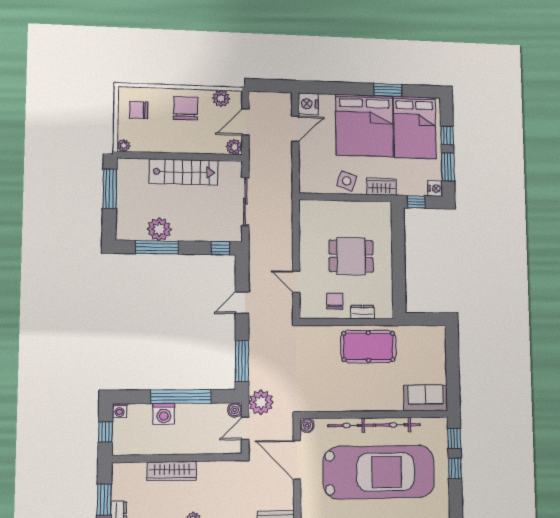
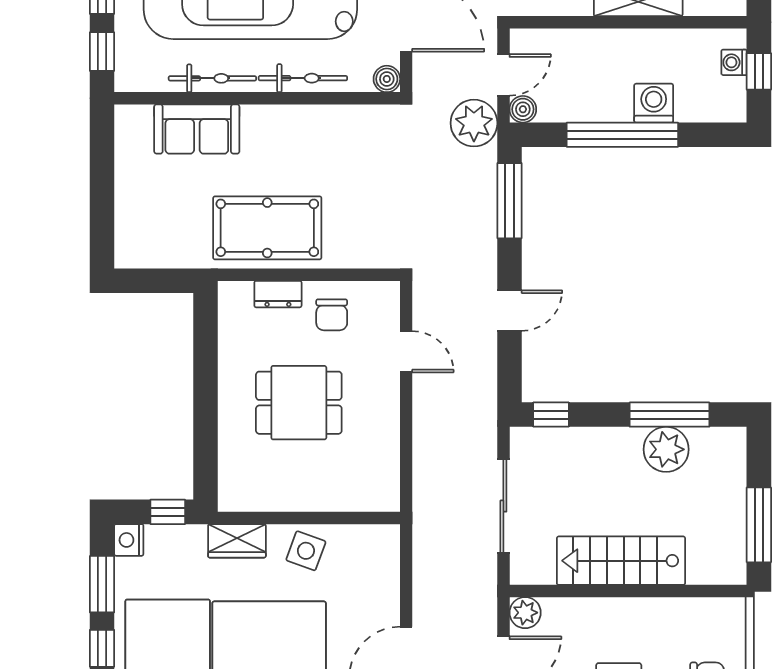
plant: (123, 145) -> (735, 609), removed
sofa: (426, 398) -> (197, 129), moved
washing machine: (120, 411) -> (734, 62), moved, turned -90

